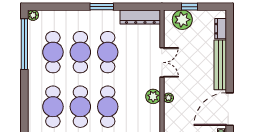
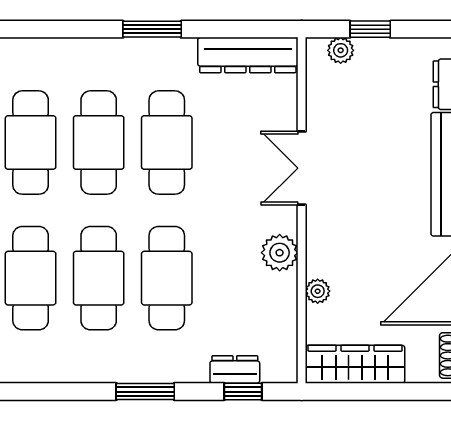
plant: (182, 20) -> (341, 50), width x0.53, depth x0.53
double door: (162, 62) -> (302, 168), swing flipped
plant: (168, 98) -> (318, 291), moved

